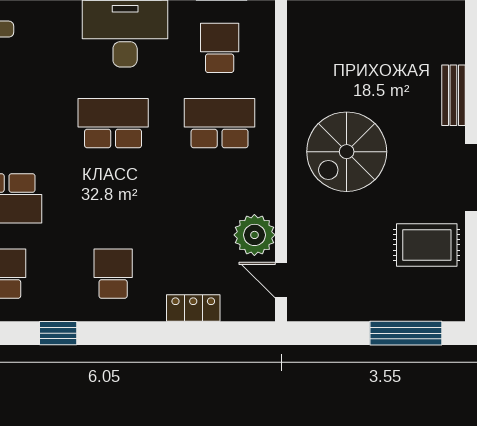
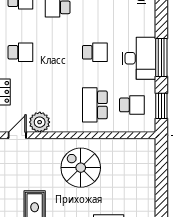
school desk: (113, 123) -> (95, 52), width x0.54
school desk: (220, 123) -> (95, 105), turned 180

